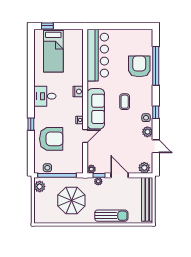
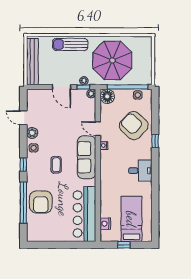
window: (47, 26) -> (124, 245), moved
nightstand: (78, 91) -> (105, 224), moved
window: (156, 112) -> (23, 164), moved
door: (85, 136) -> (98, 129), hinge flipped
armchair: (51, 139) -> (134, 126), turned 42
floor lamp: (76, 166) -> (107, 96), added
plant: (144, 168) -> (35, 95), removed
plant: (40, 187) -> (146, 75), removed
parasol: (71, 201) -> (112, 60), width x1.36, depth x1.36

